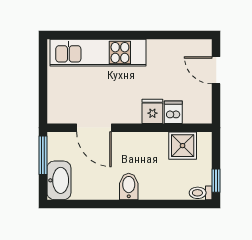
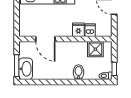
window: (43, 155) -> (17, 66), moved
bidet: (129, 186) -> (79, 72), moved

